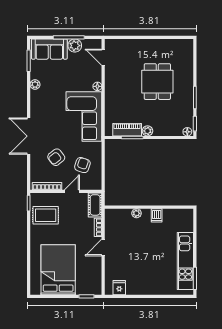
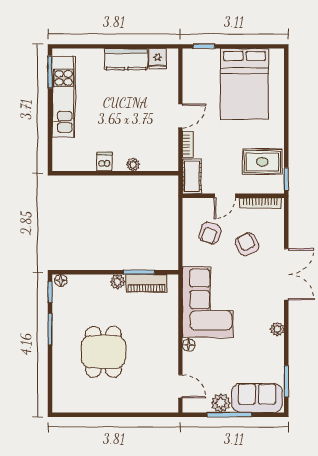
plant: (35, 85) -> (277, 329), moved
armchair: (56, 157) -> (247, 244), turned -78
kitchen counter: (141, 287) -> (126, 59), added

